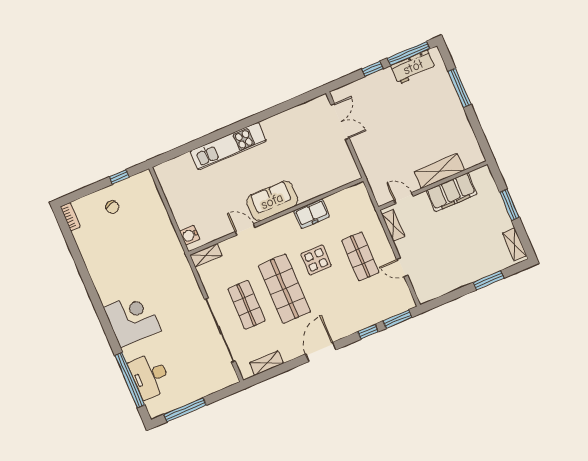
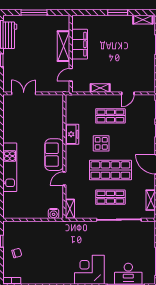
shelving: (439, 171) -> (63, 46), moved
wall: (433, 186) -> (71, 54), moved
filing cabinet: (452, 192) -> (80, 44), moved
door: (404, 198) -> (71, 75), moved

